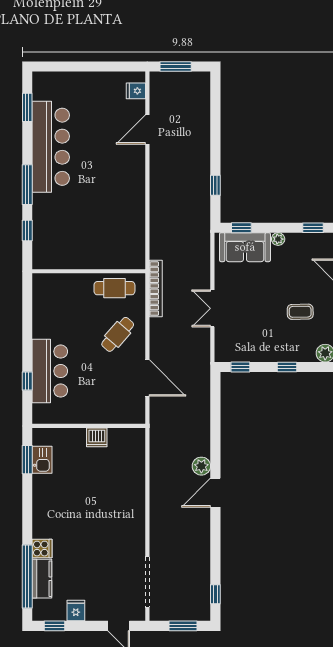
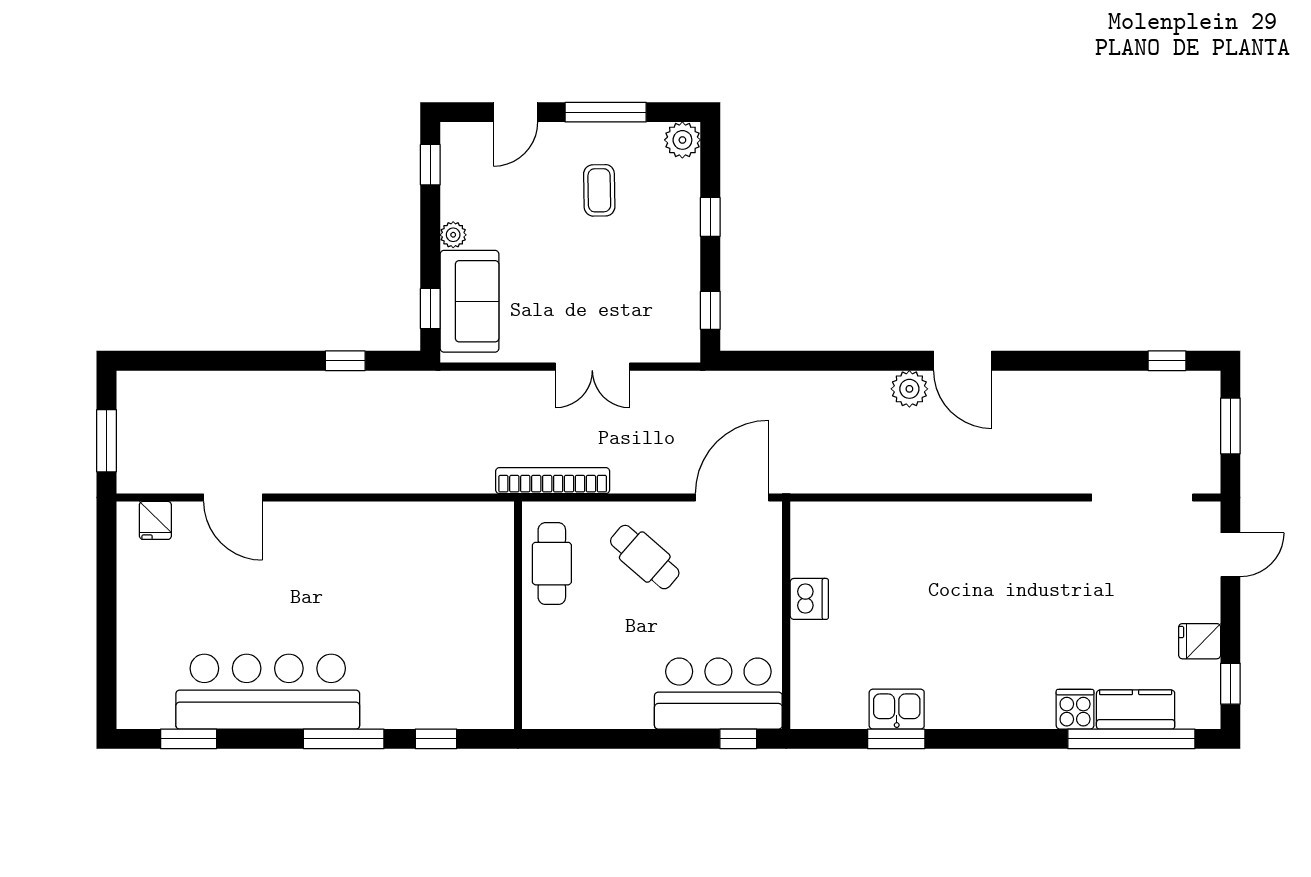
wall: (89, 426) -> (786, 615), moved
dishwasher: (97, 437) -> (809, 599), moved

